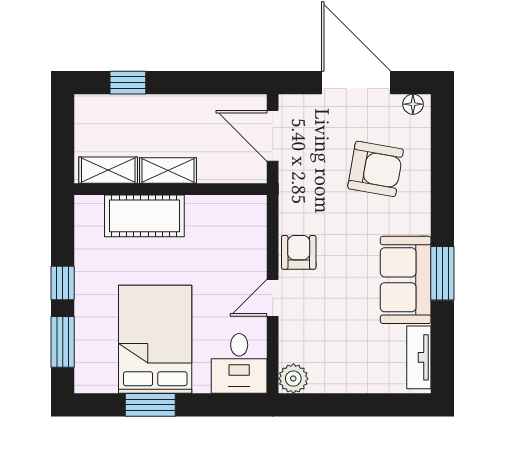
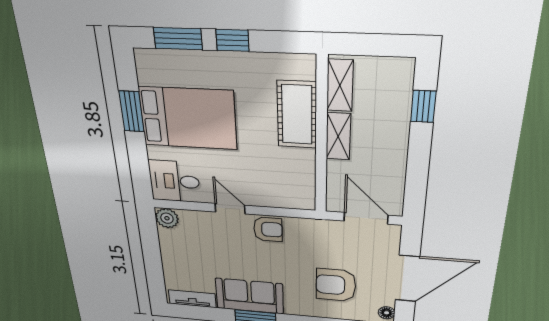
door: (273, 136) -> (366, 218), hinge flipped
armchair: (376, 169) -> (336, 285), turned 80

